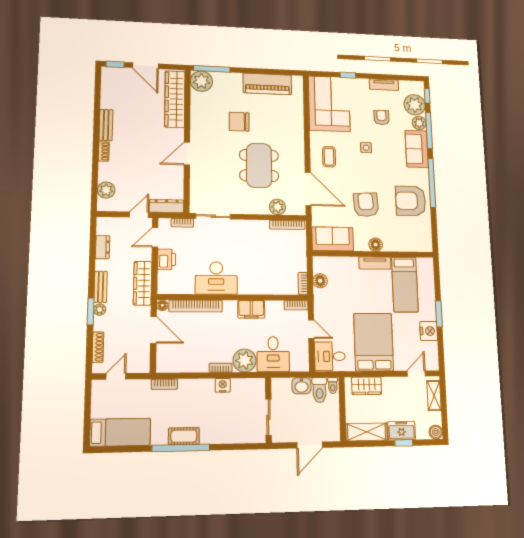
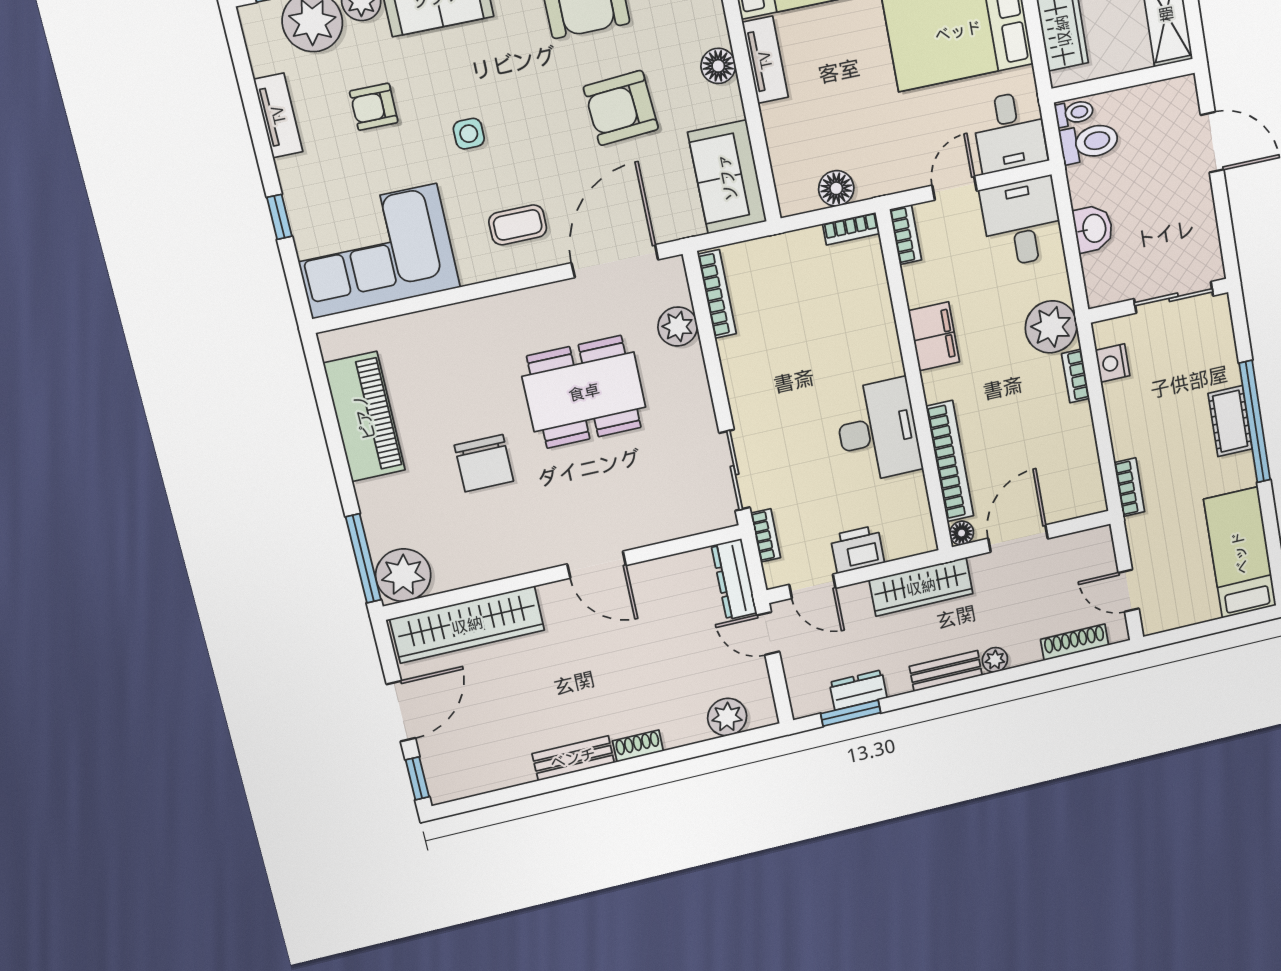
window: (91, 311) -> (851, 713), moved
desk: (273, 354) -> (1022, 222), moved, turned -90
washbasin: (301, 386) -> (1093, 229), moved
wall: (268, 410) -> (1159, 301), moved
sliding door: (268, 417) -> (1174, 297), moved

